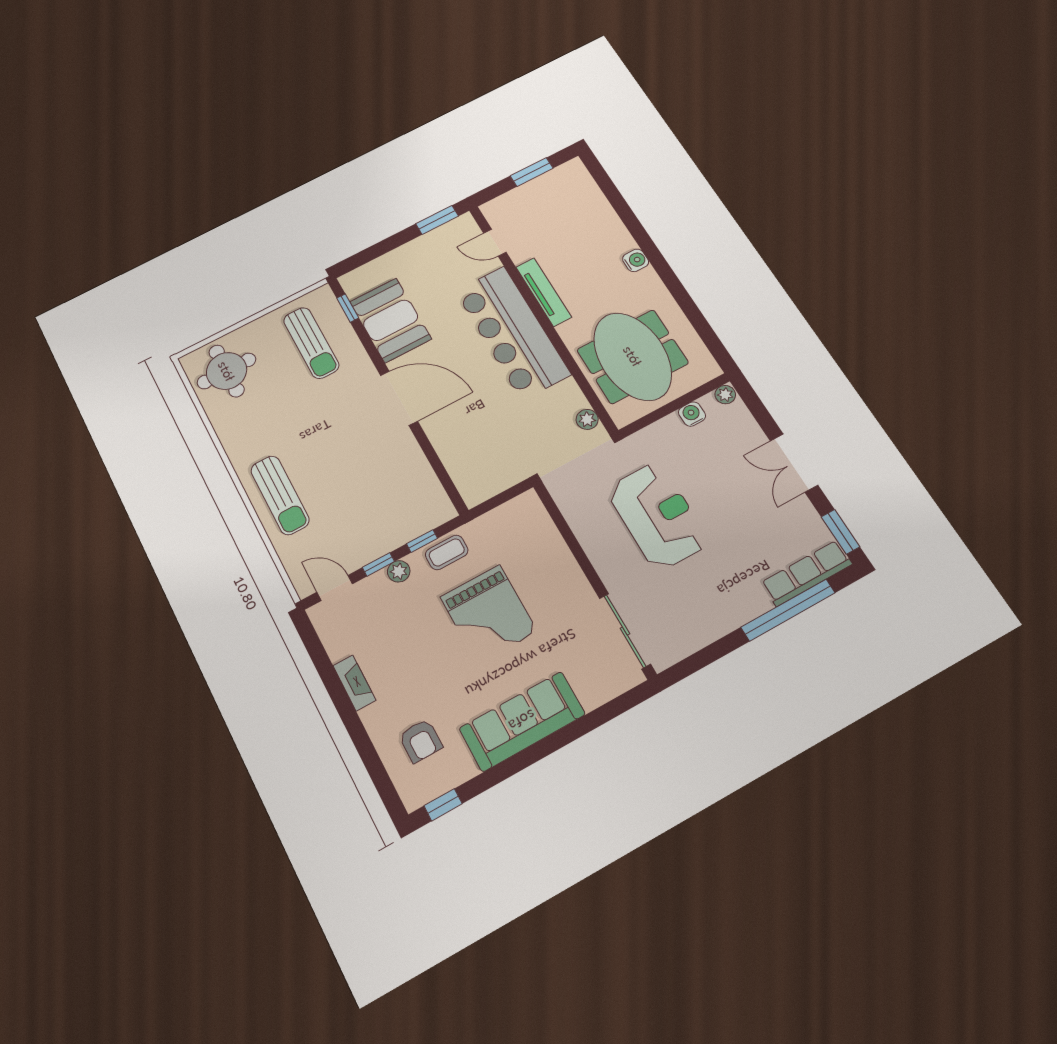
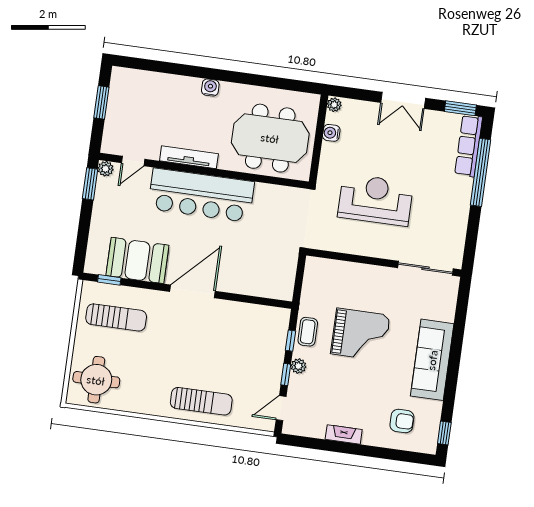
plant: (587, 419) -> (106, 169), moved

